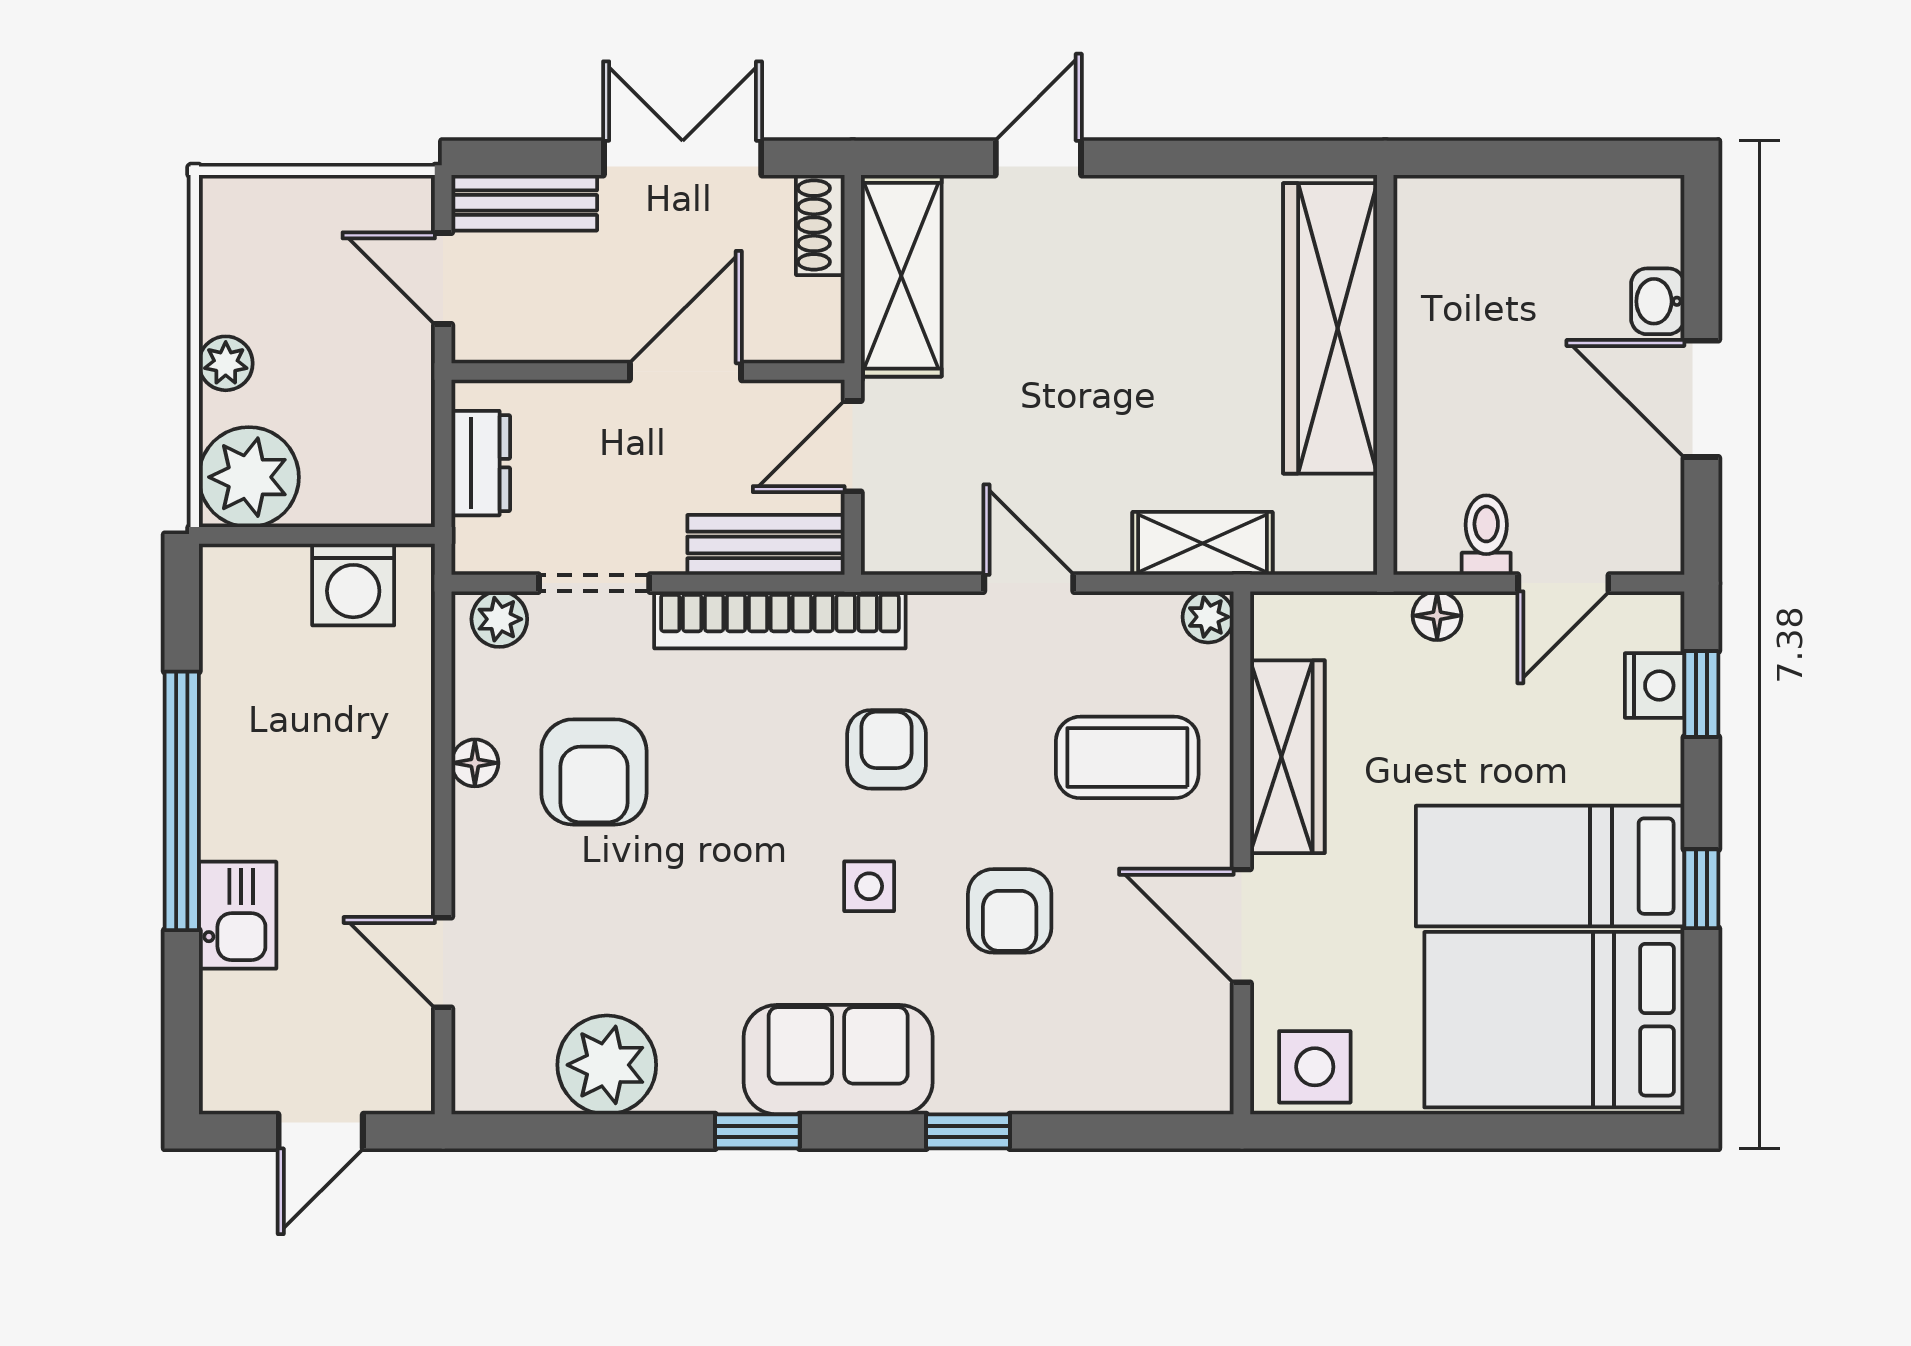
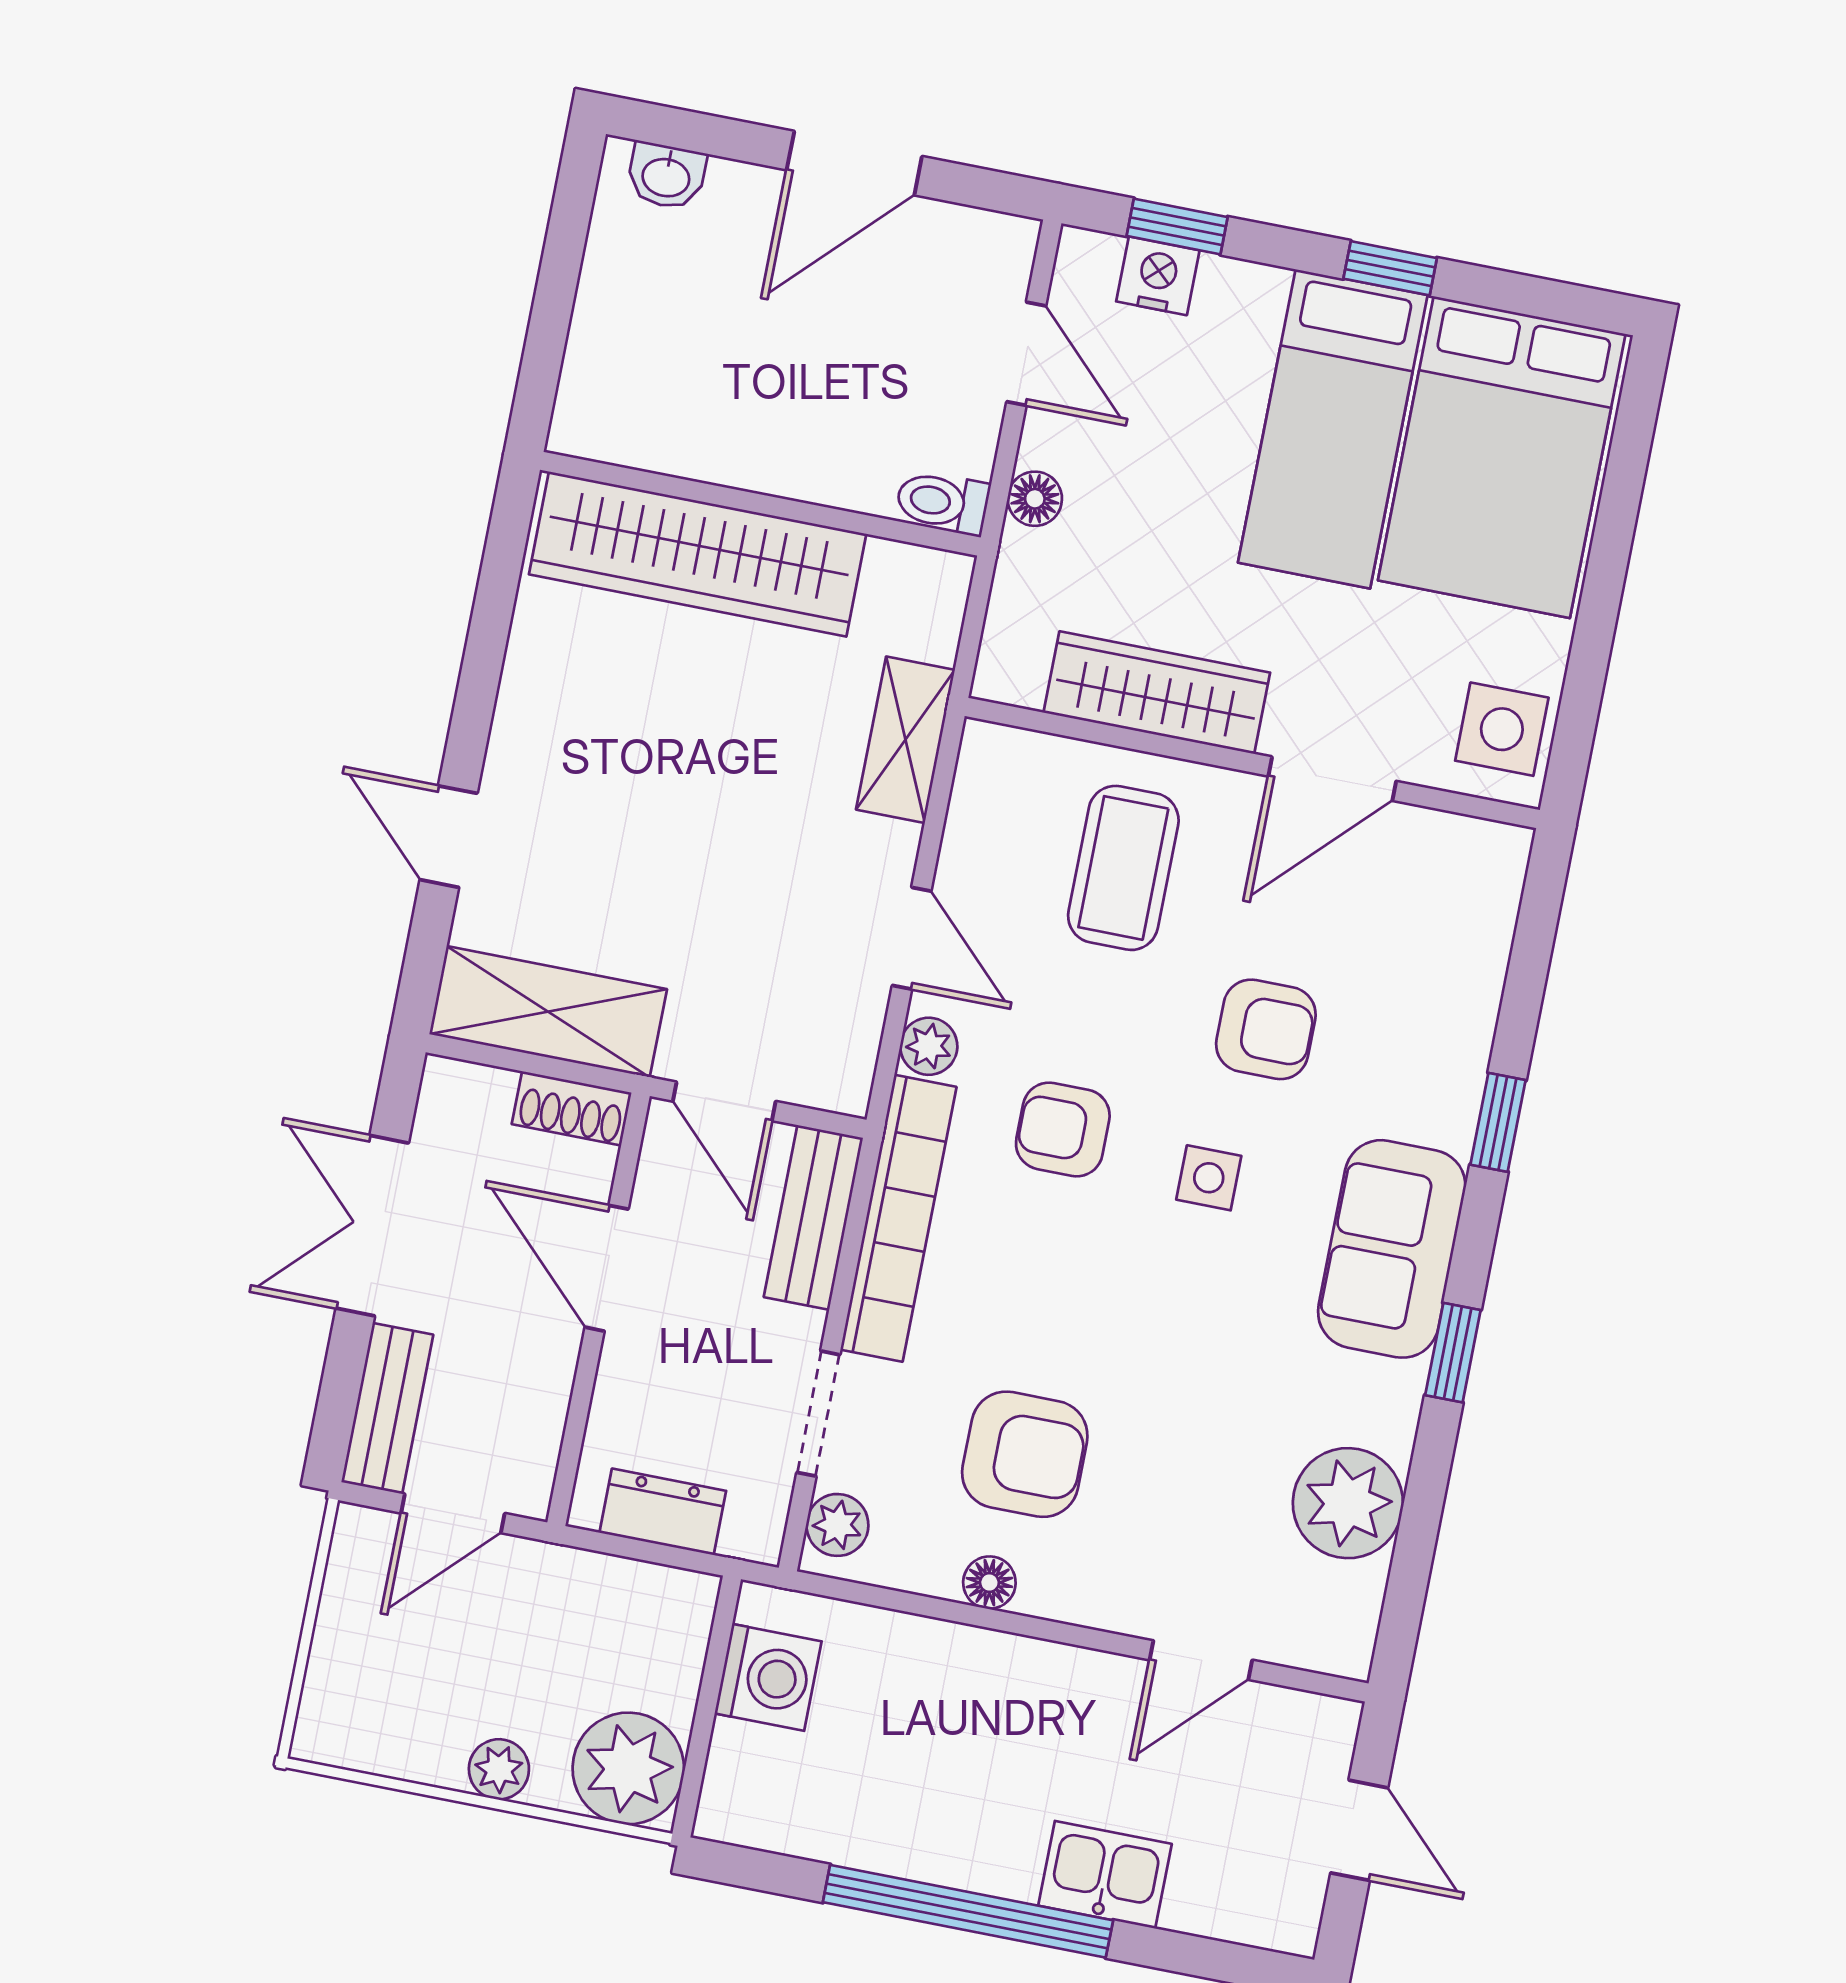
shoe rack: (820, 225) -> (572, 1108), moved
washbasin: (1658, 301) -> (666, 176), moved
toilet: (1486, 535) -> (943, 502), moved
door: (1029, 583) -> (912, 938), swing flipped
plant: (1208, 617) -> (929, 1046), moved

